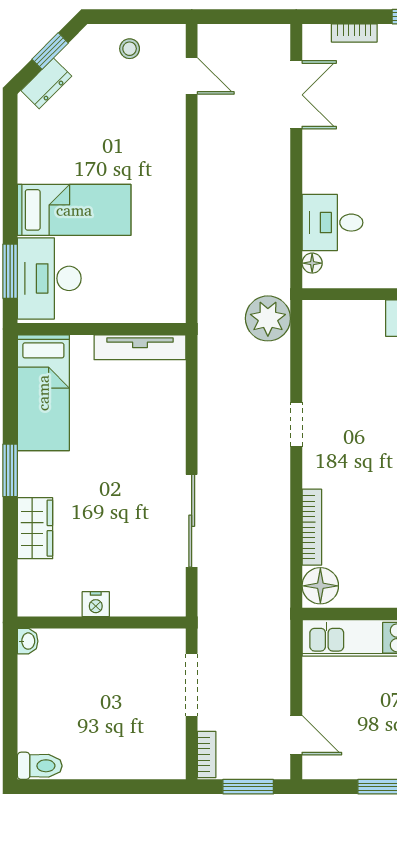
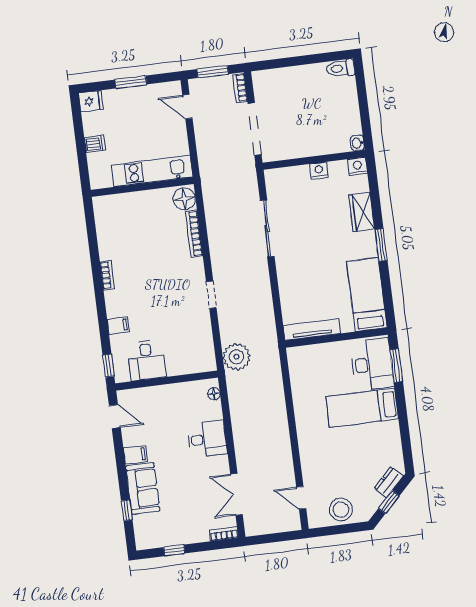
bookcase: (354, 33) -> (224, 534), moved
stool: (130, 49) -> (341, 510), width x1.89, depth x1.89
desk: (332, 223) -> (207, 439), moved
nightstand: (32, 603) -> (358, 166), added
doorway: (192, 685) -> (255, 129), width x1.36

